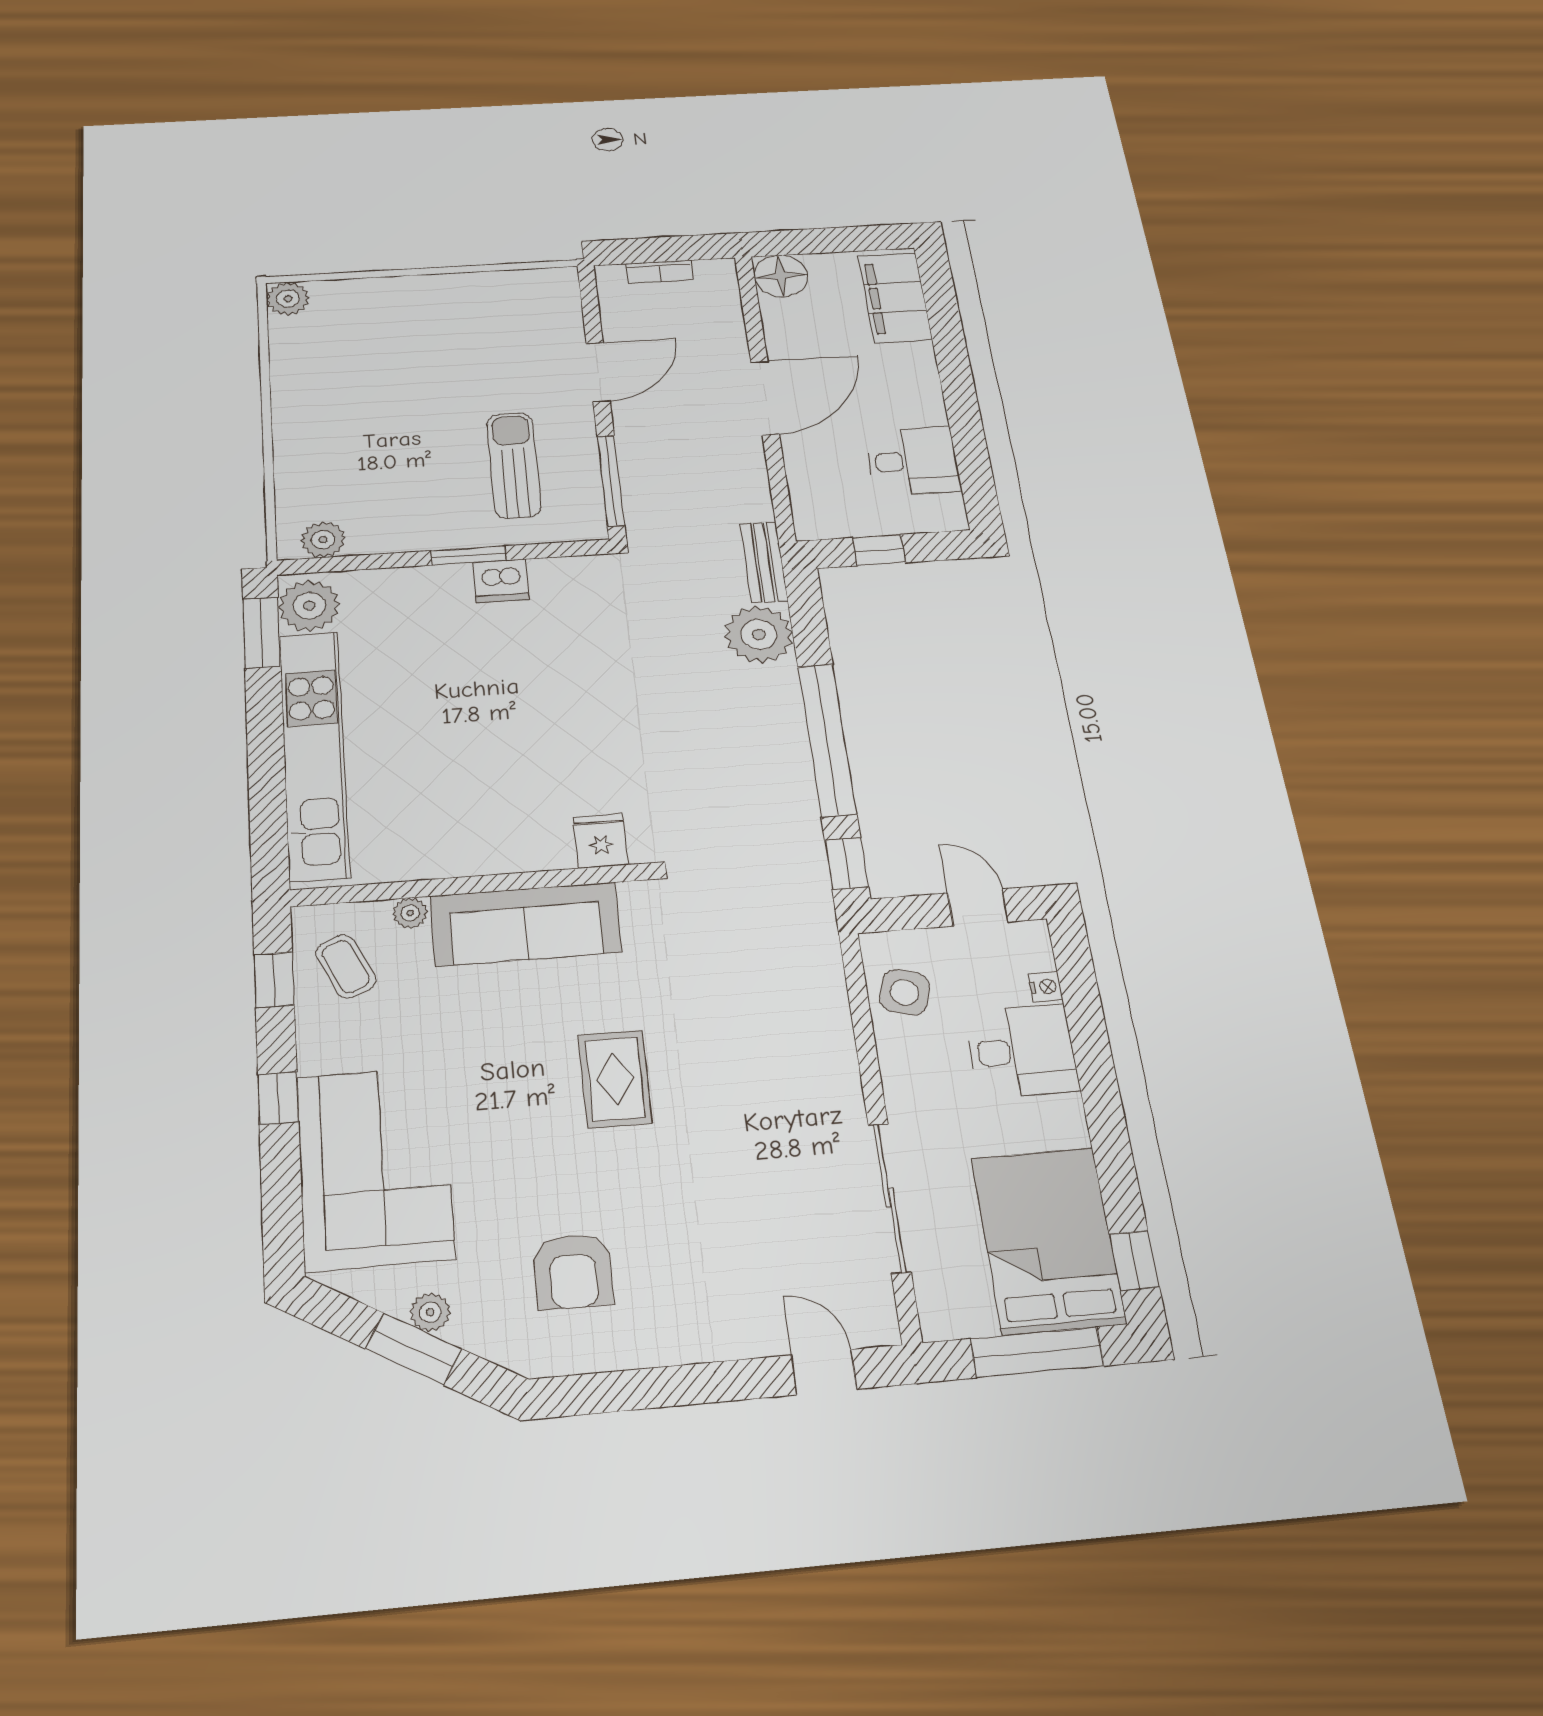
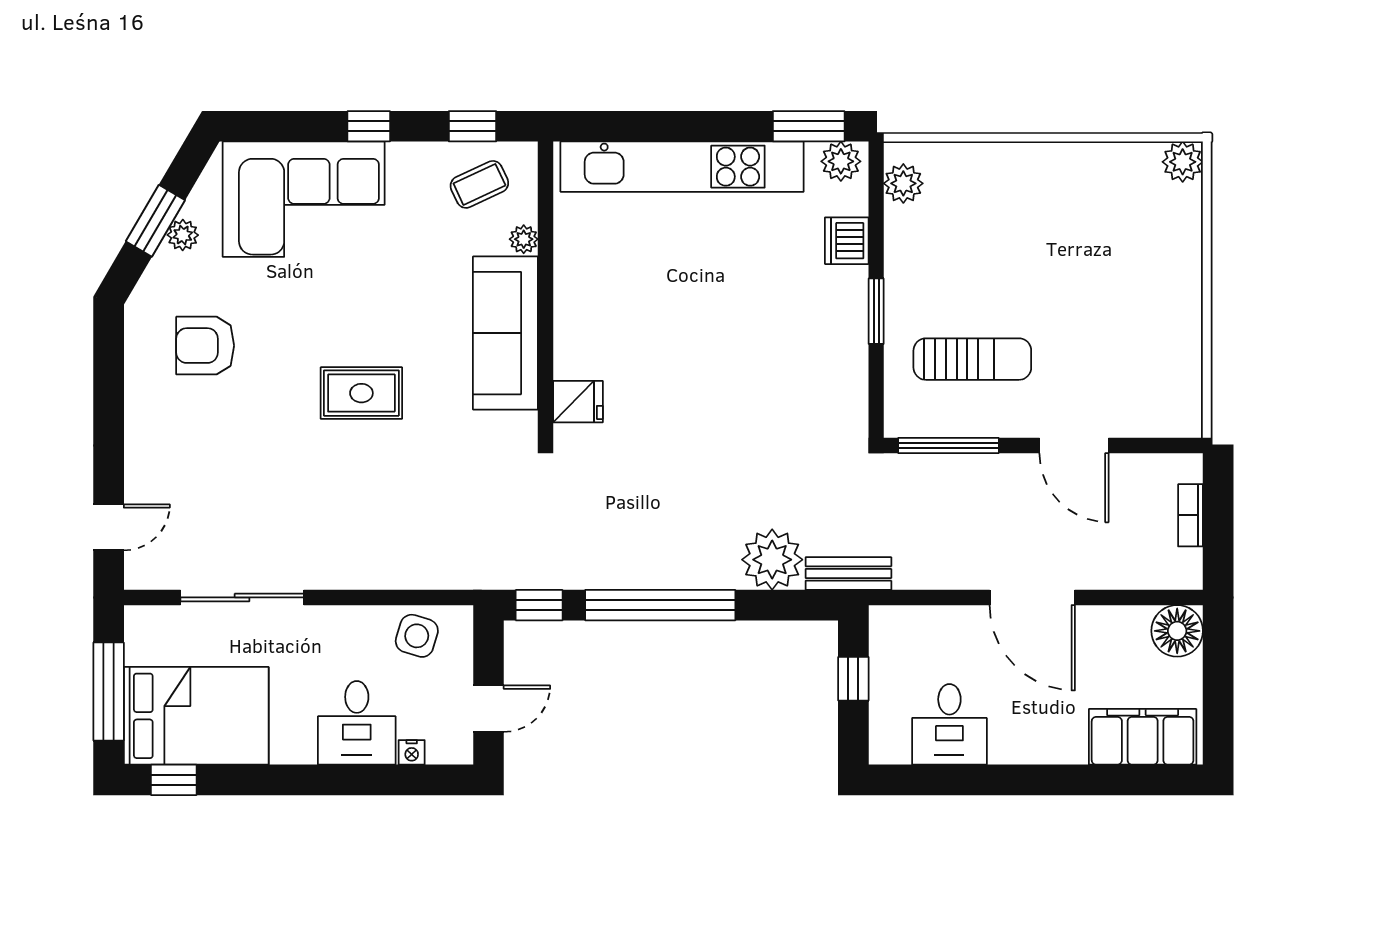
dishwasher: (501, 581) -> (847, 241), moved
plant: (309, 606) -> (841, 161), width x0.73, depth x0.73

